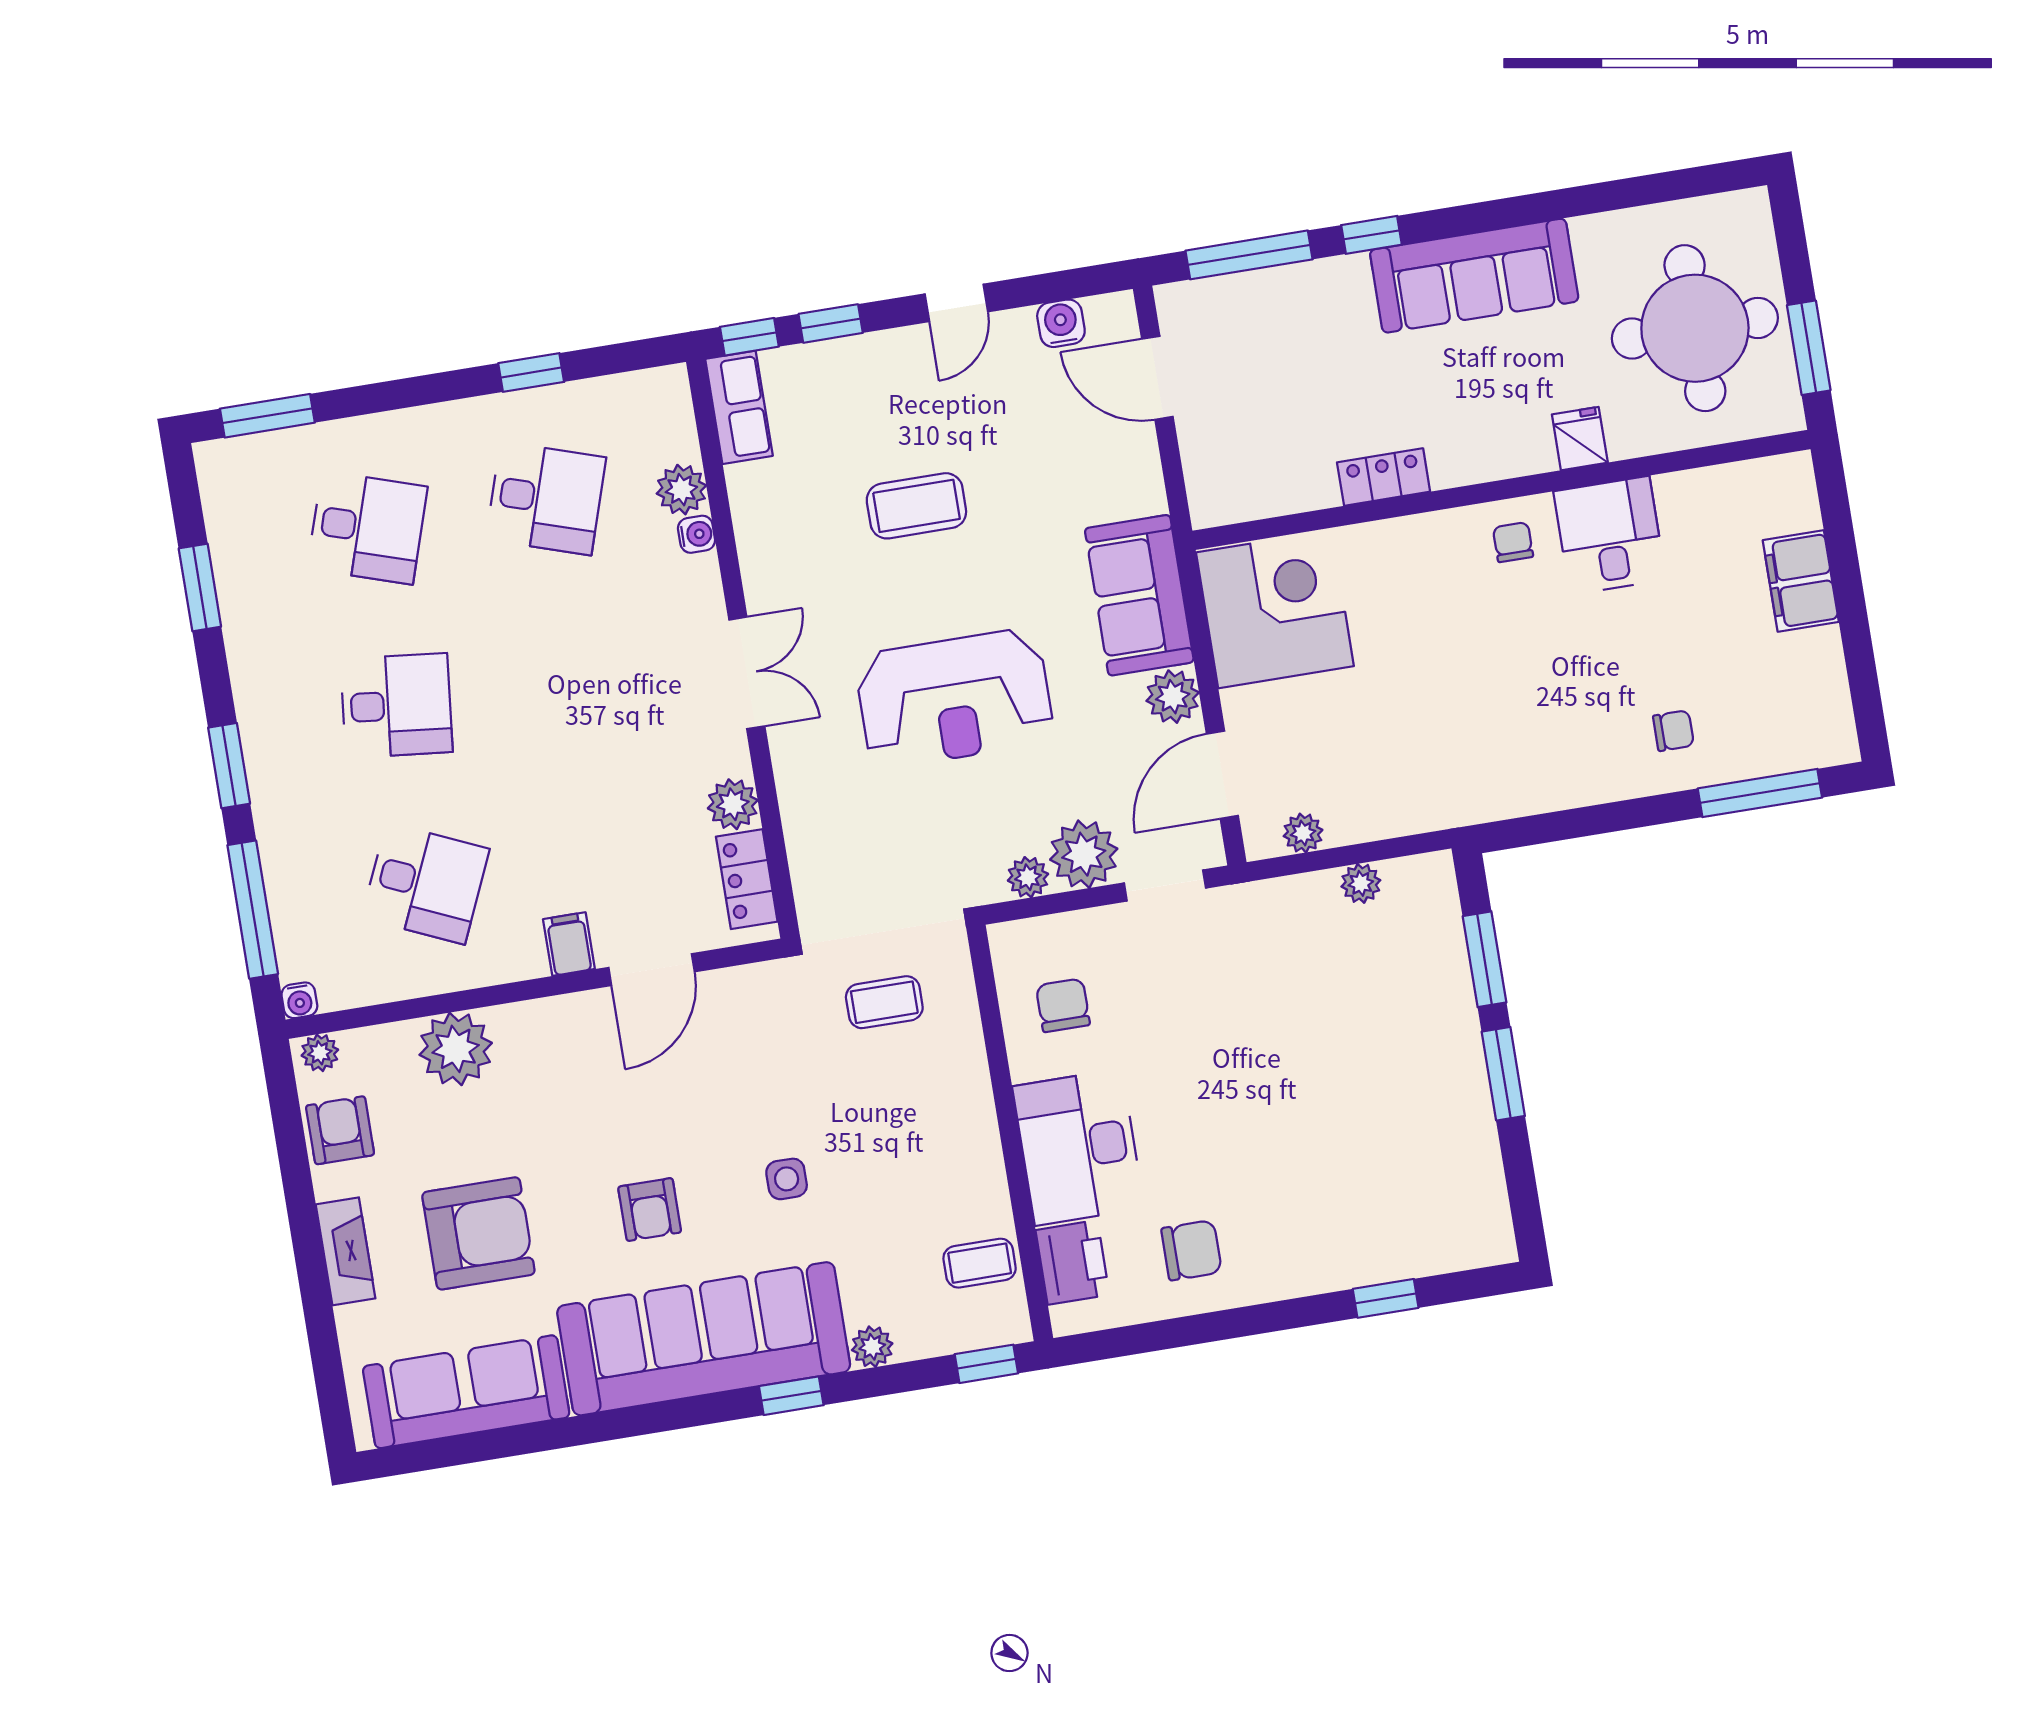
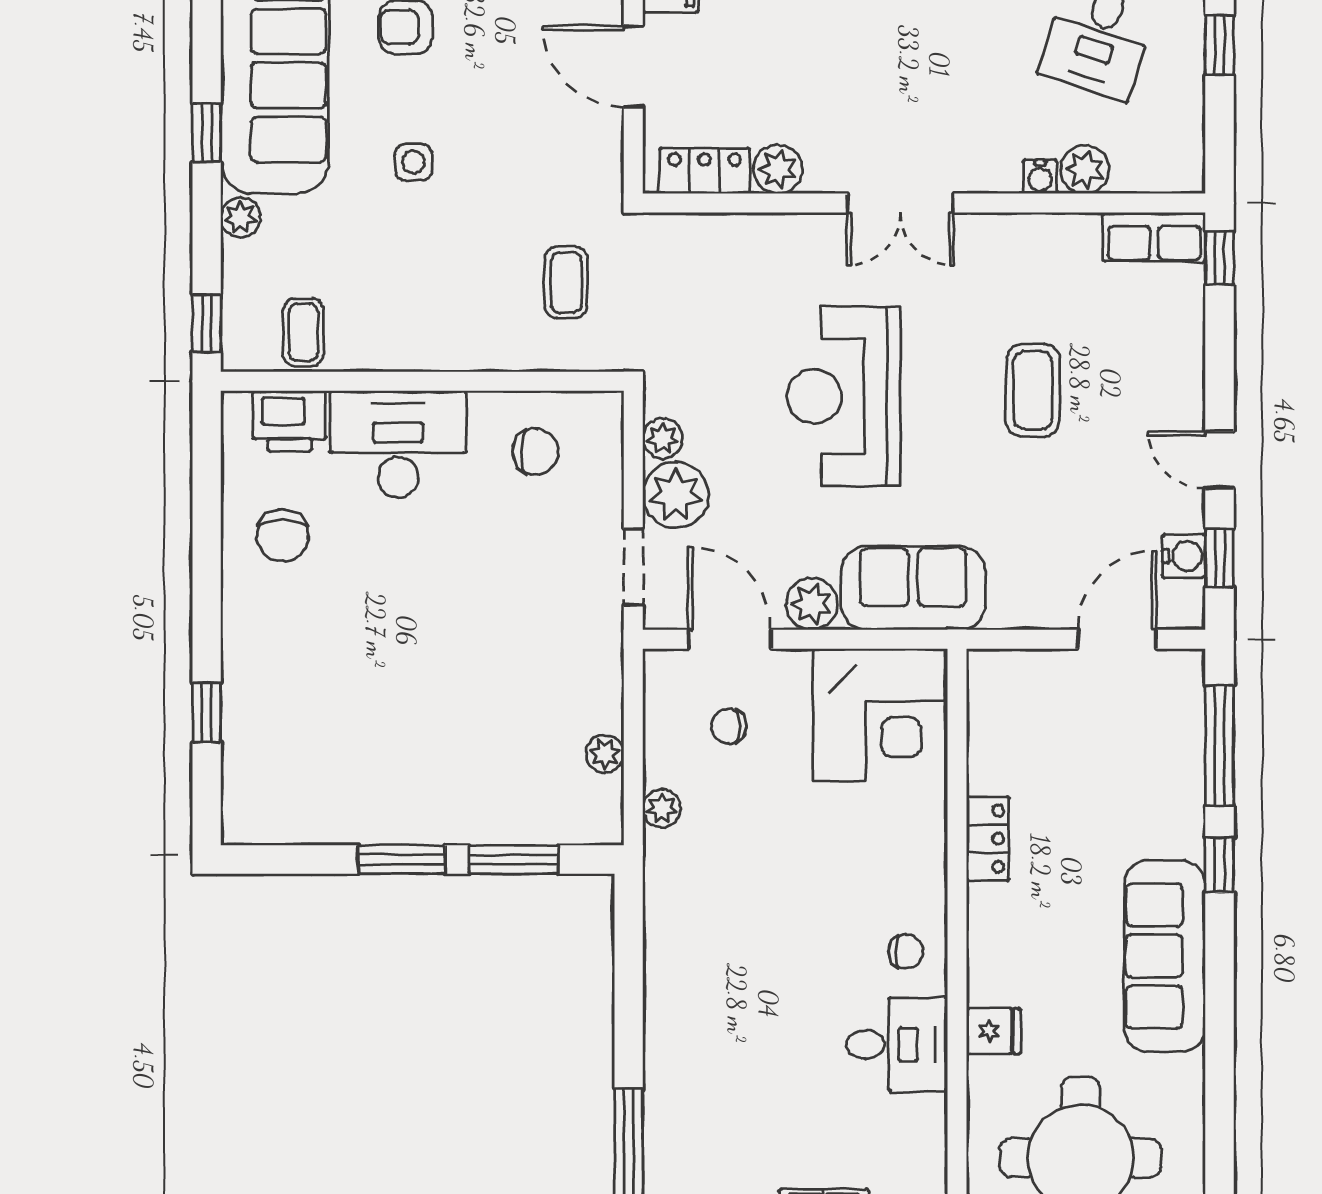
window: (831, 323) -> (1220, 558), moved
chair: (1673, 731) -> (729, 726), moved, turned 90
plant: (1303, 833) -> (662, 808), moved

